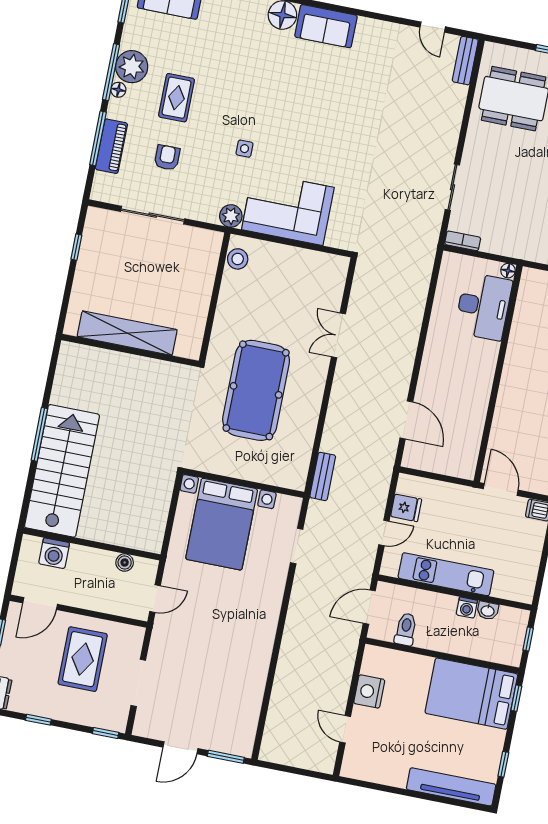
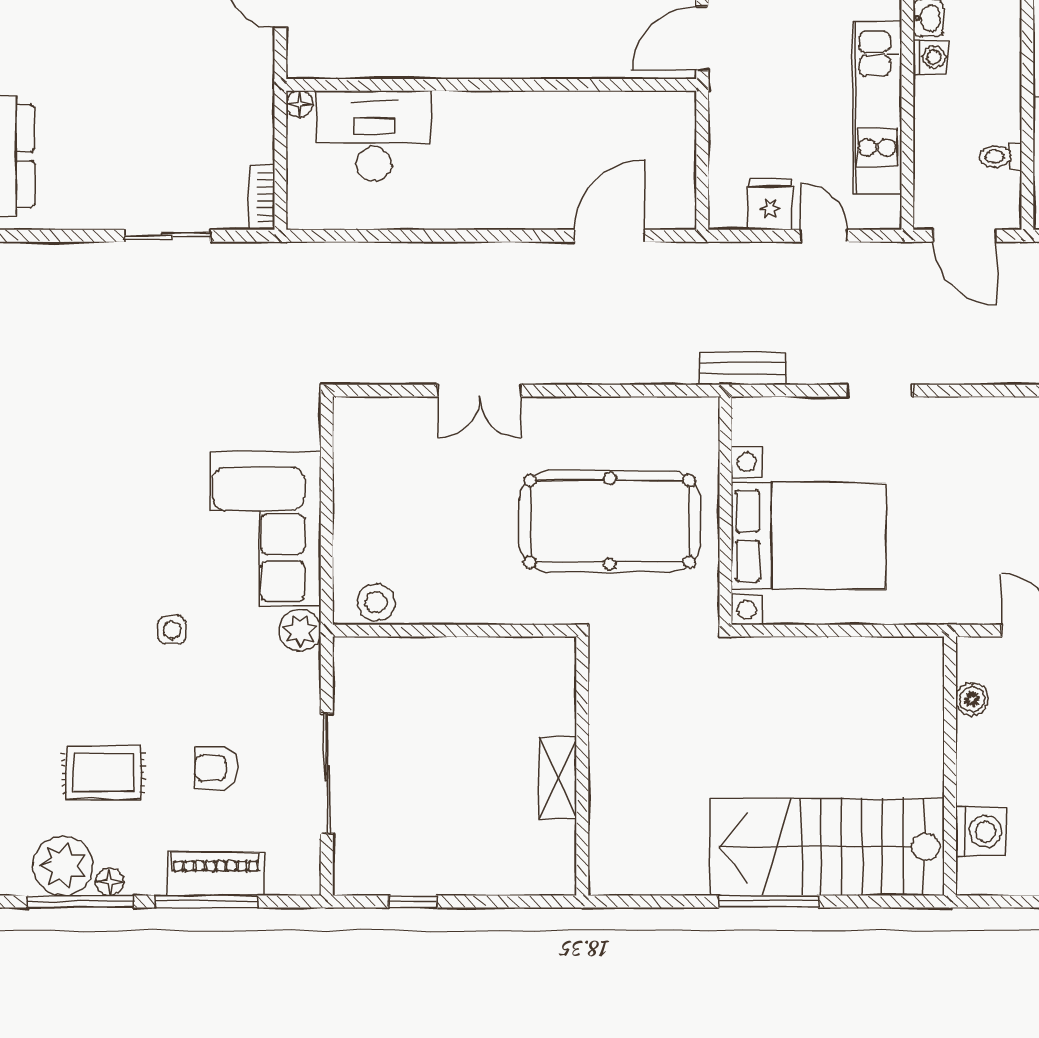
shelving: (127, 333) -> (558, 778), width x0.45, depth x0.75
wall: (244, 483) -> (725, 511), moved
bed with nightstands: (222, 524) -> (809, 536), moved
toilet: (406, 629) -> (1000, 156), width x0.73, depth x0.72

